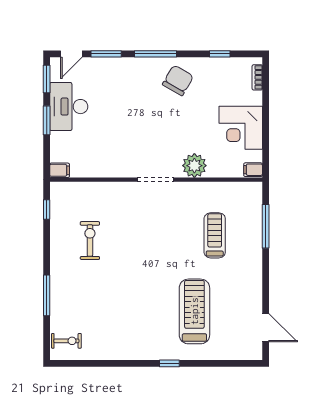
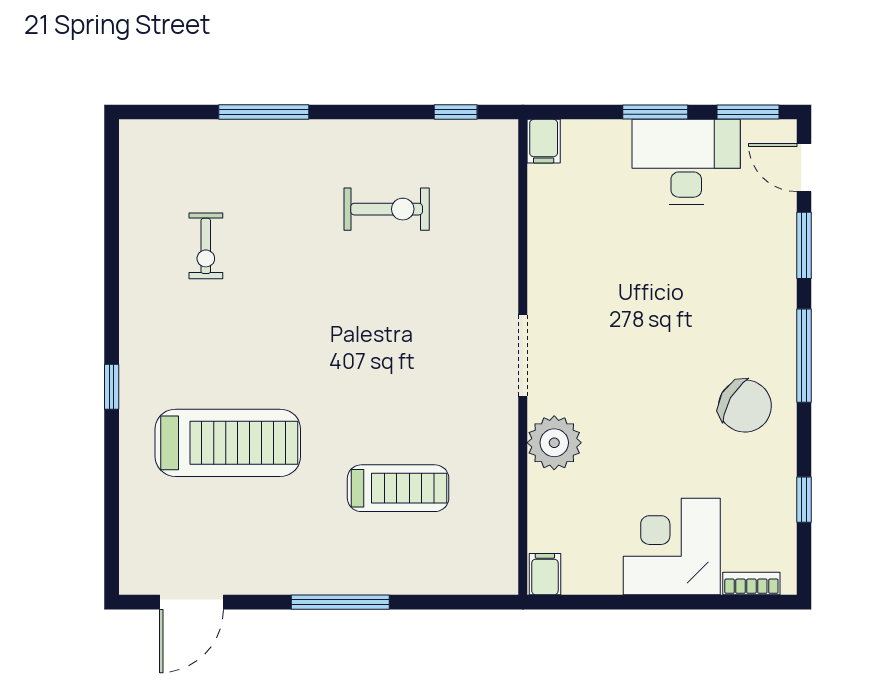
corner desk: (241, 128) -> (672, 546), moved
window: (266, 226) -> (340, 602), moved
exercise bike: (66, 341) -> (206, 246), moved

